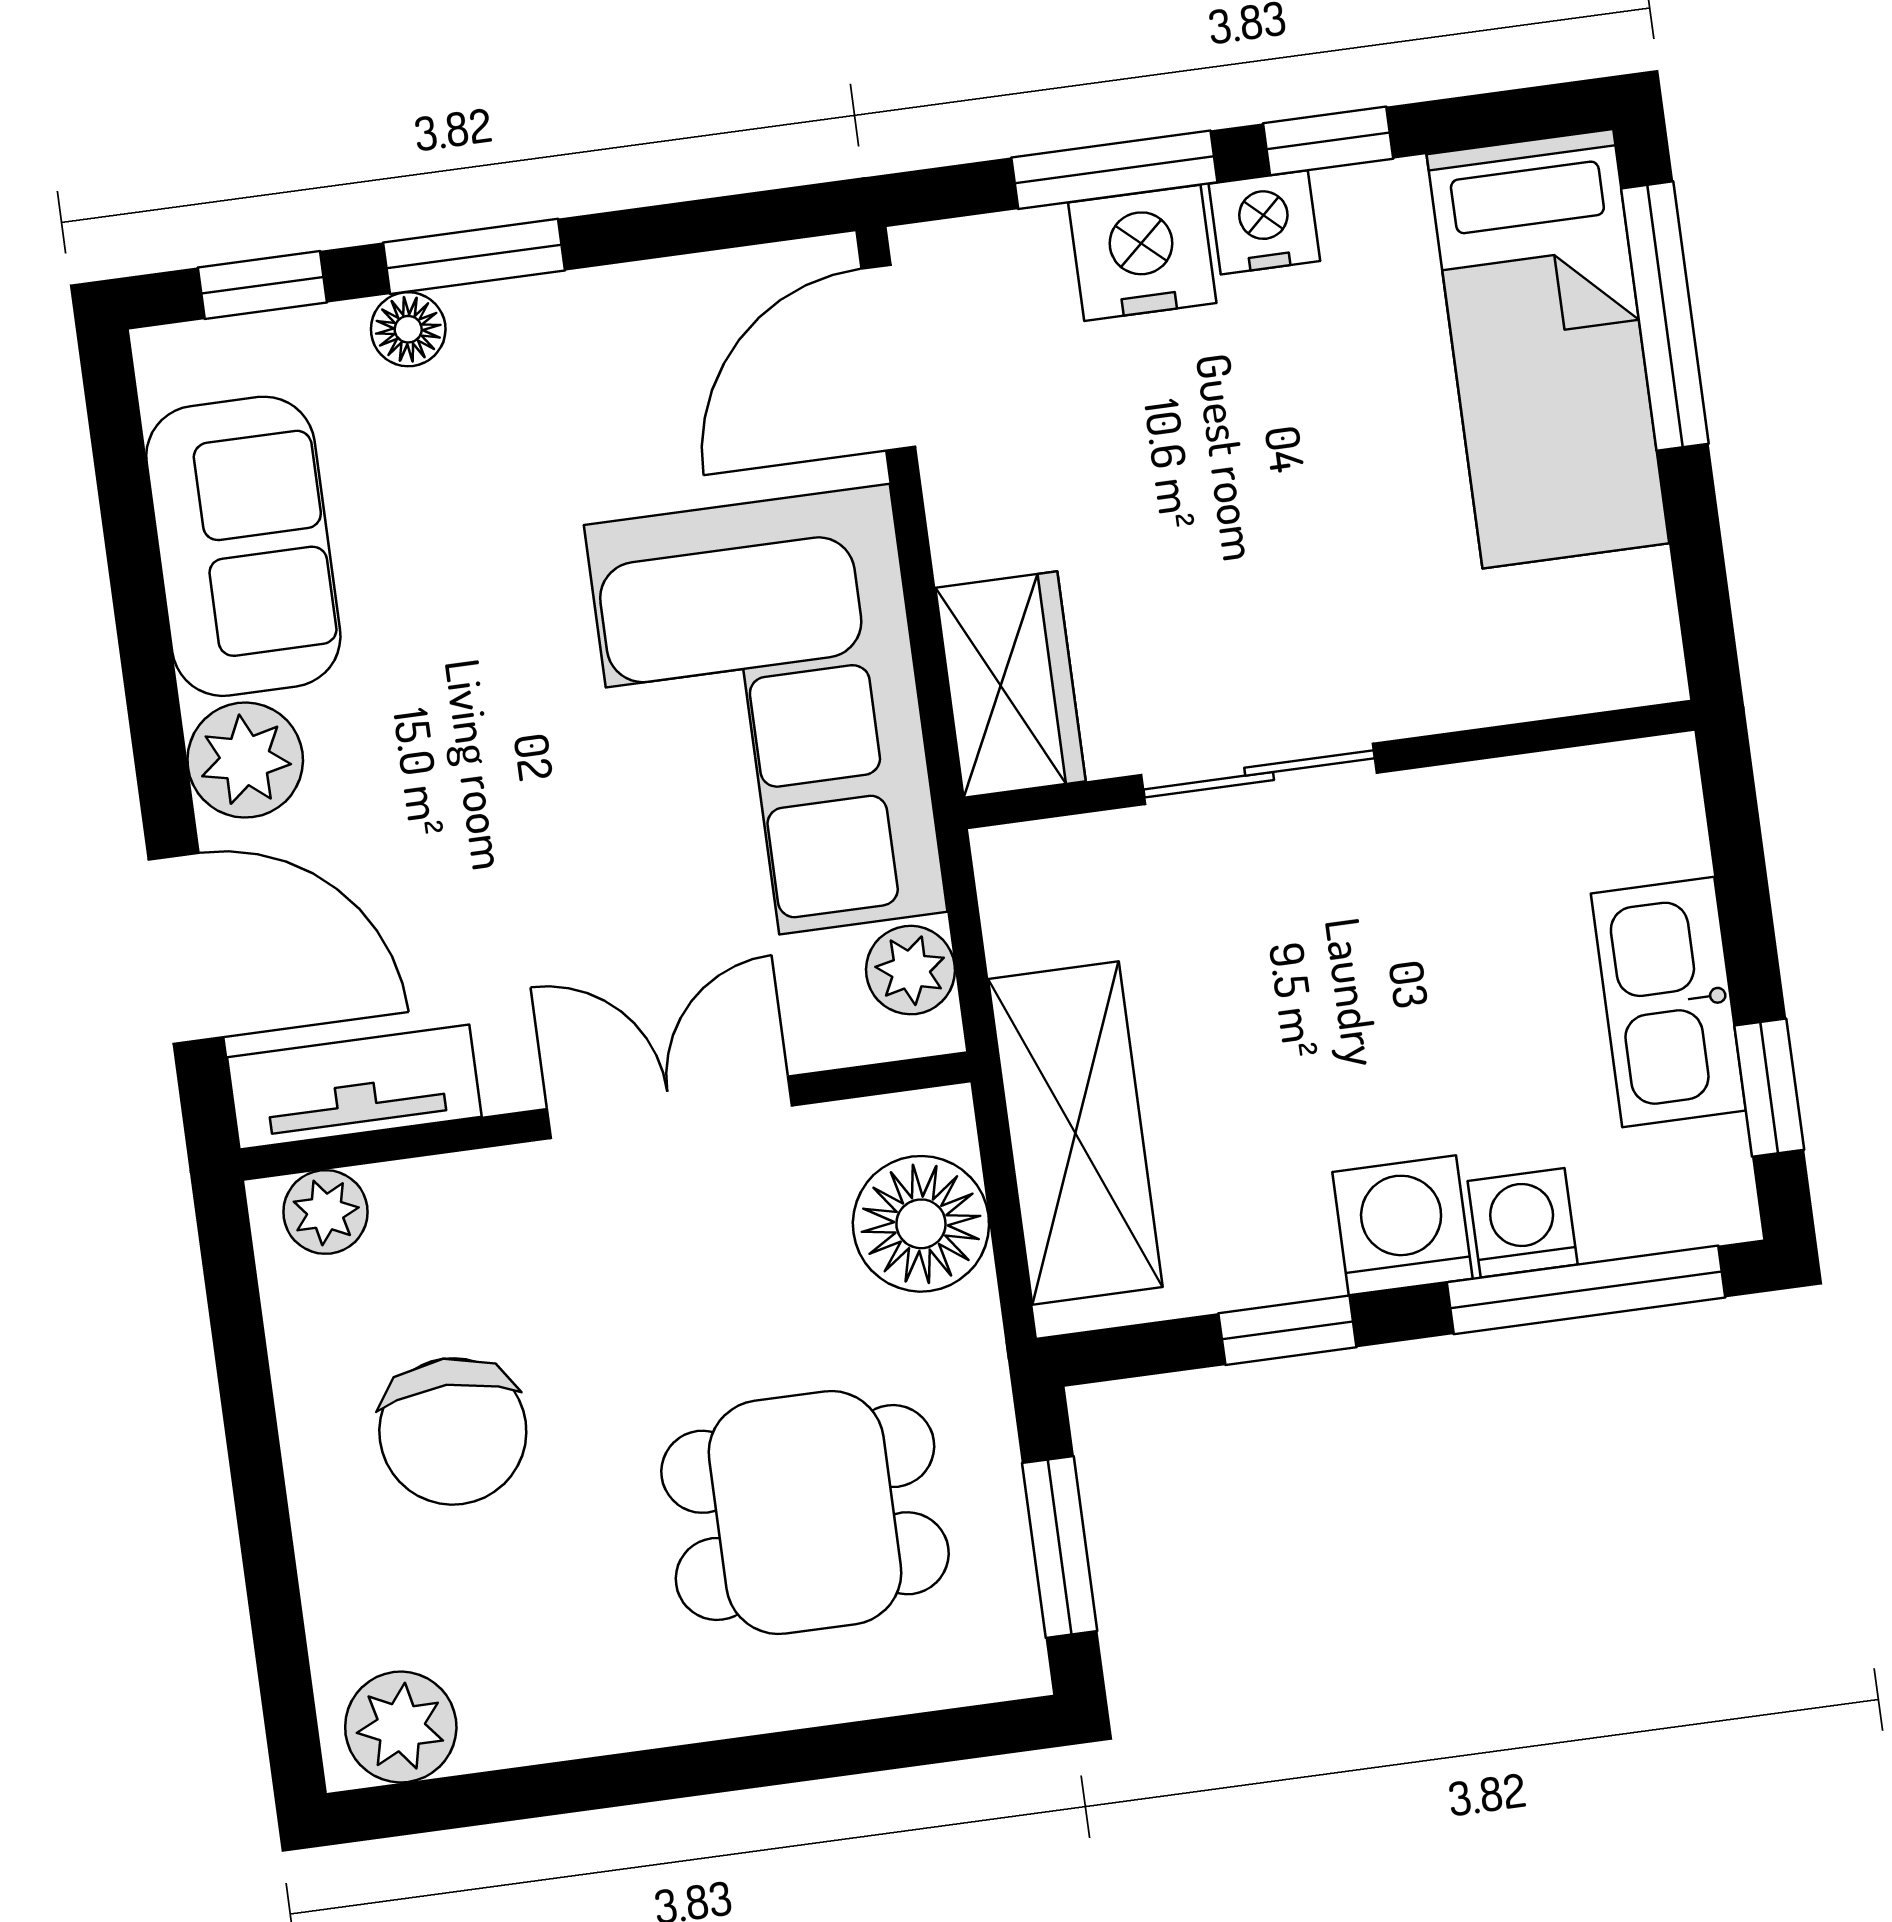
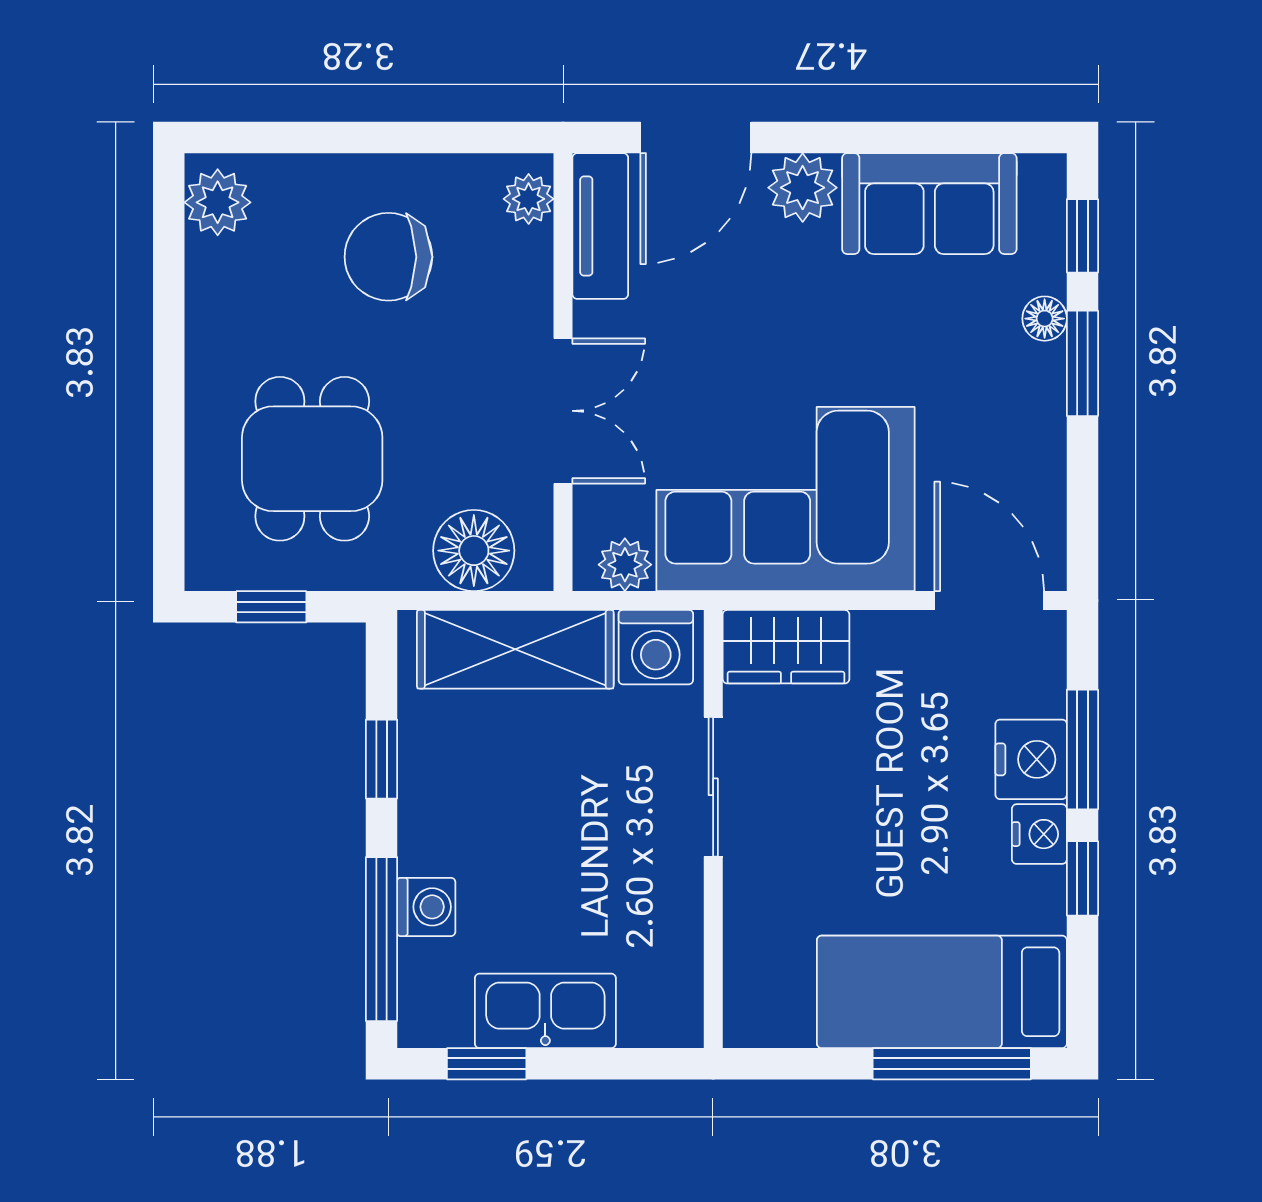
washing machine: (1402, 1225) -> (656, 647), moved, turned 90
window: (1060, 1547) -> (271, 607), width x0.67

